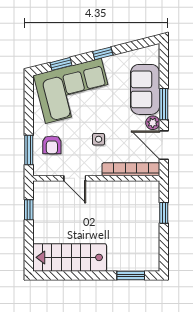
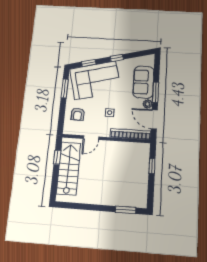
window: (29, 150) -> (65, 89), moved
door: (75, 178) -> (91, 138), hinge flipped
stairs: (70, 257) -> (69, 168), moved, turned 90

